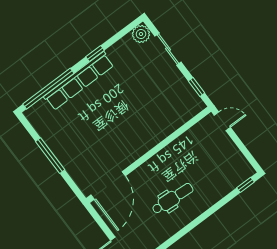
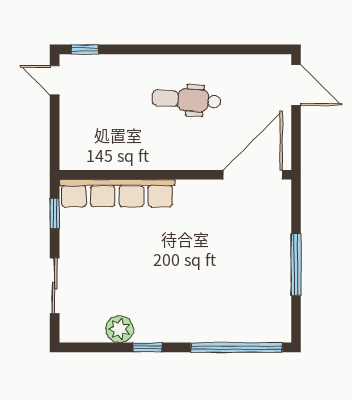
plant: (141, 34) -> (119, 329), moved
row of seats: (79, 81) -> (117, 193), moved, turned 180
door: (222, 121) -> (55, 80), moved

